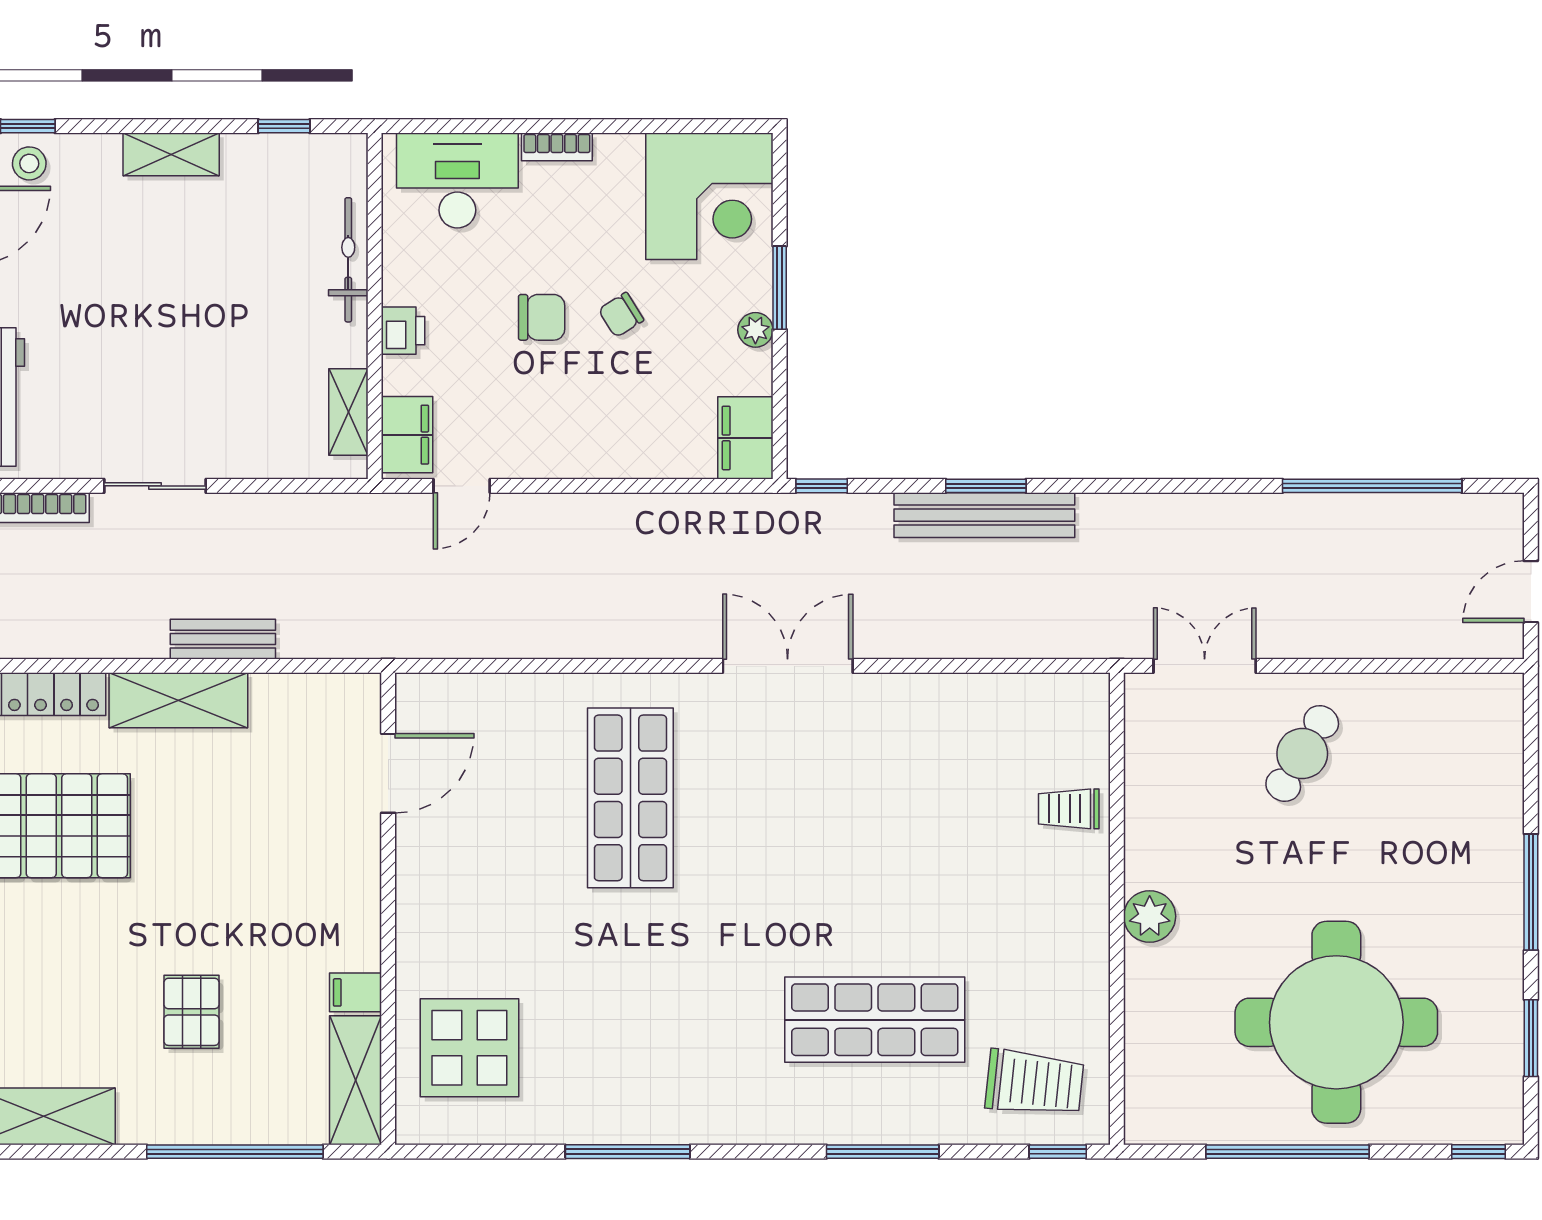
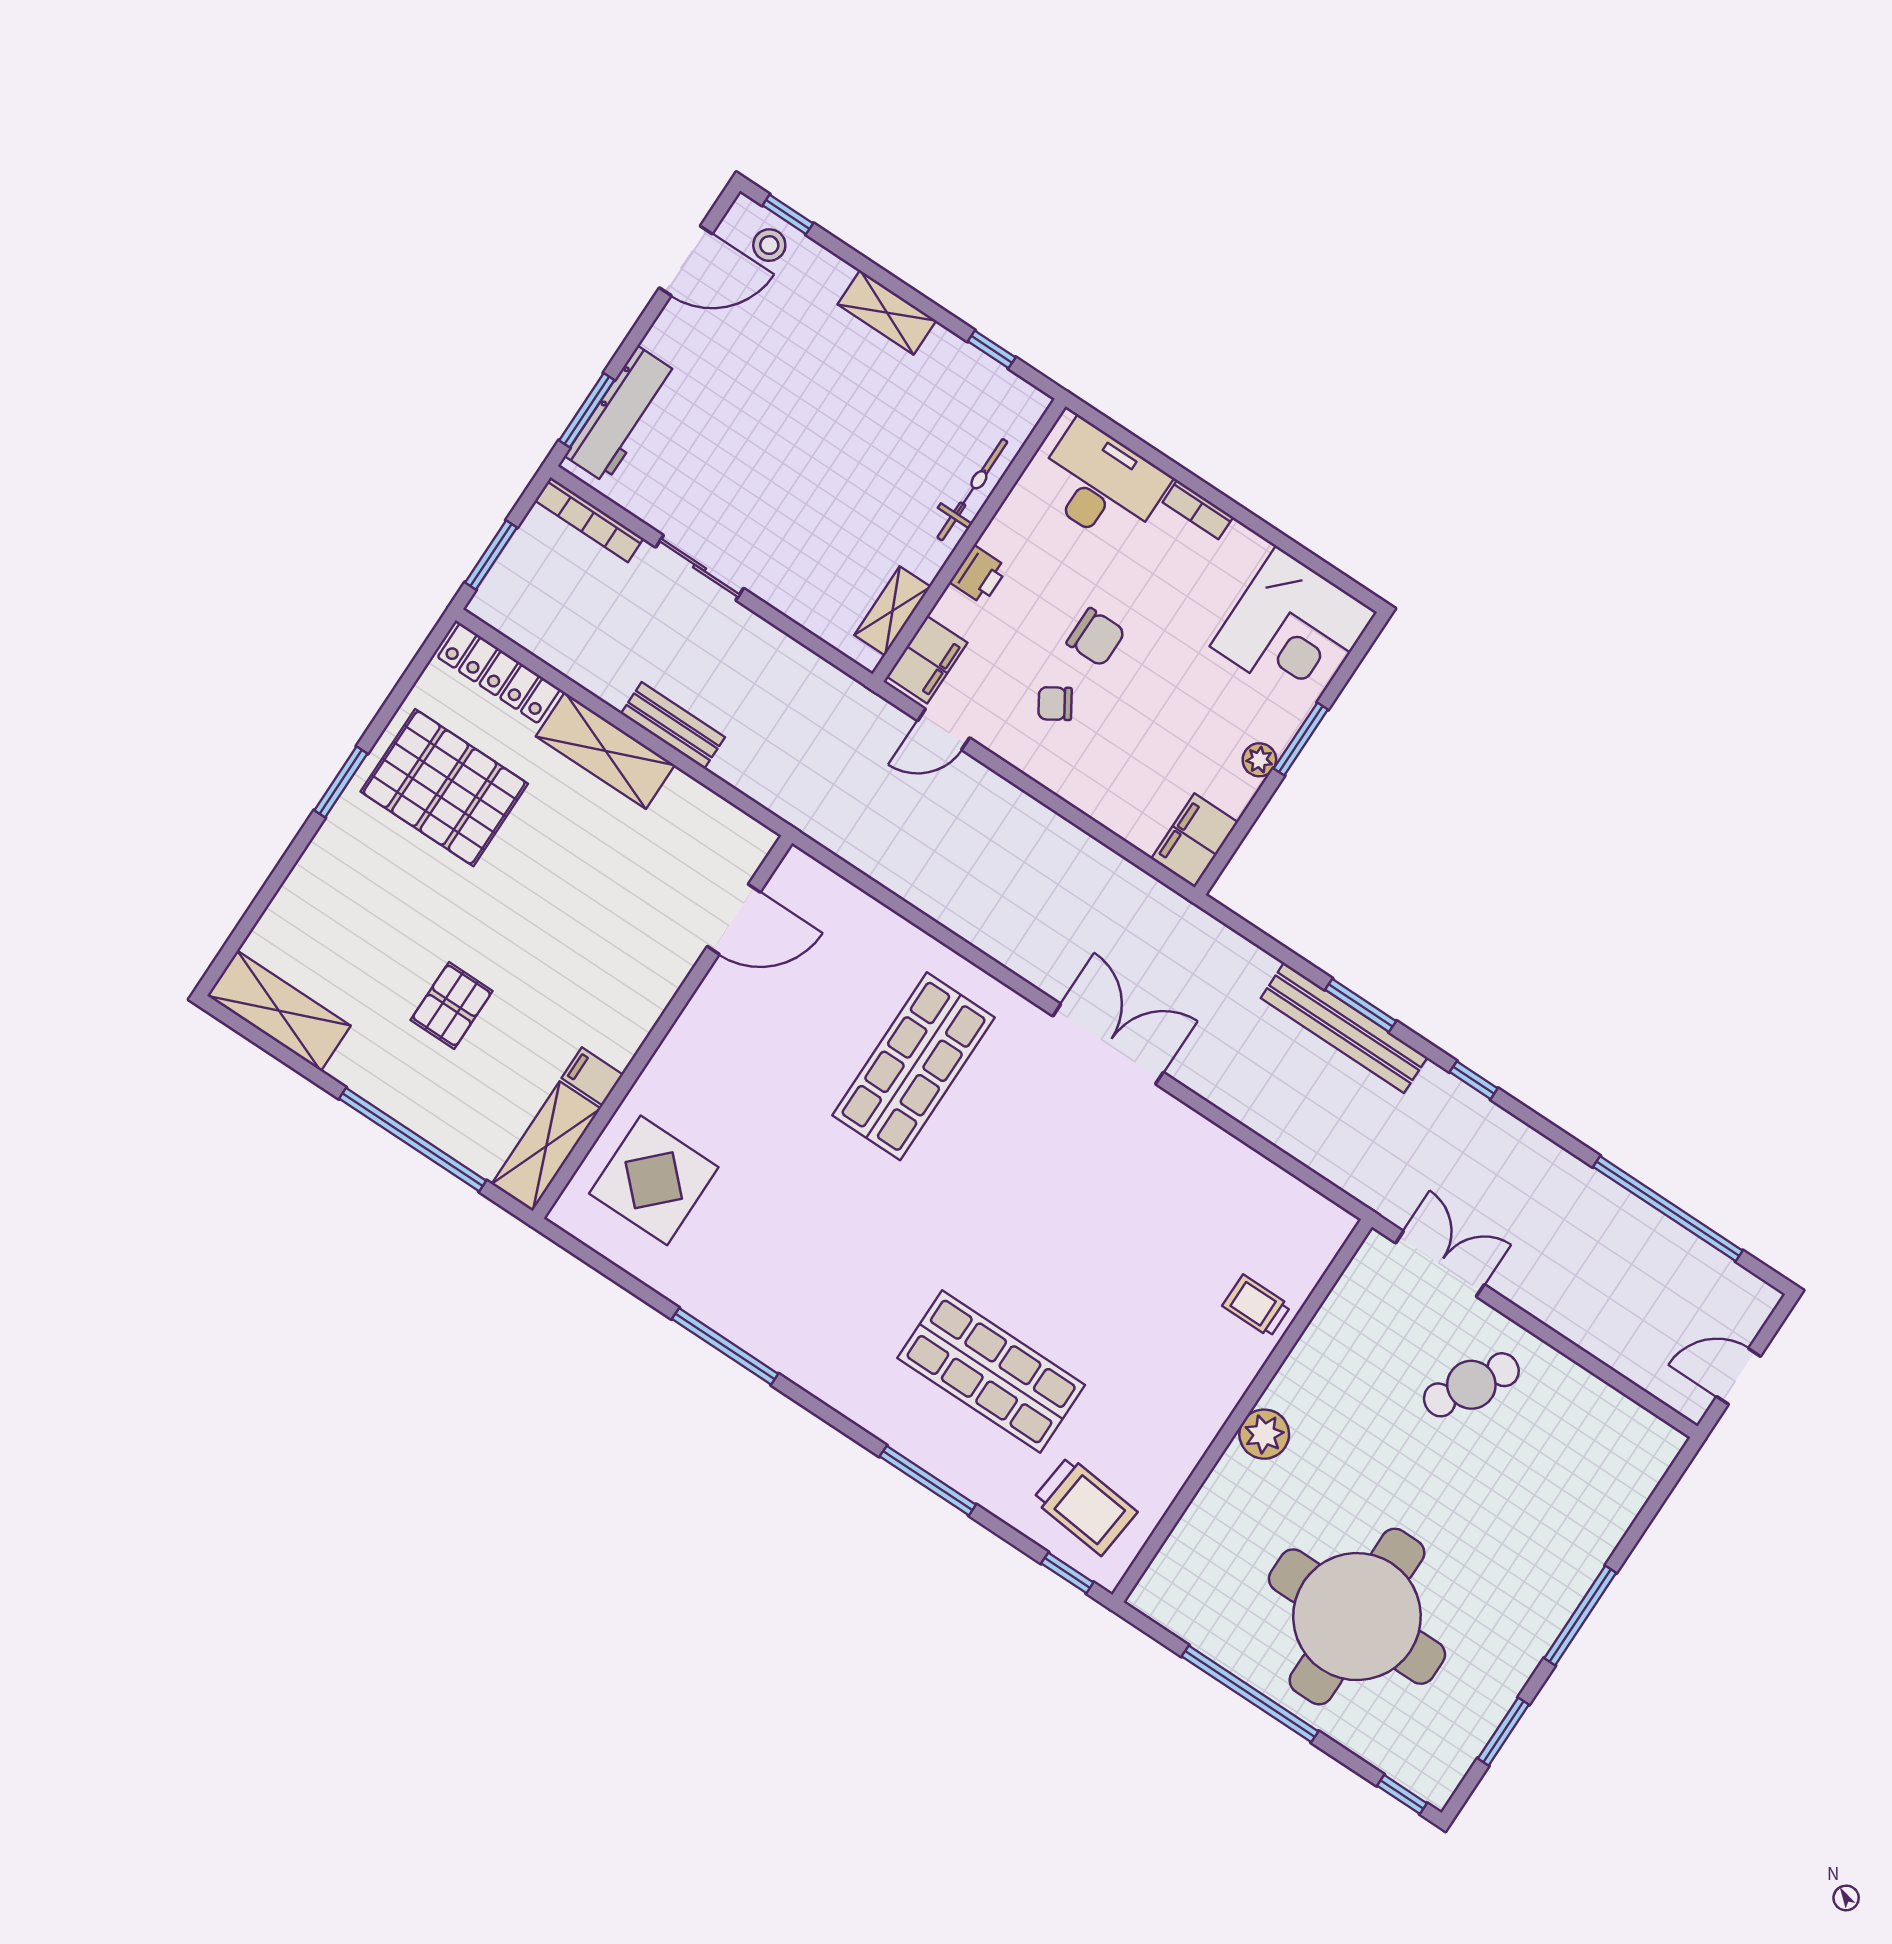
chair: (621, 315) -> (1055, 704), moved
window: (822, 486) -> (1474, 1080), moved

